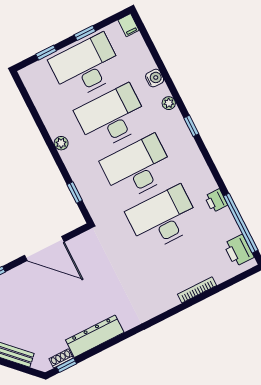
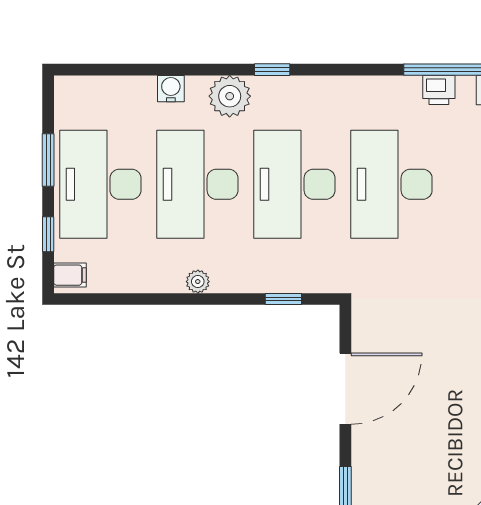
filing cabinet: (129, 25) -> (70, 275), moved
window: (85, 33) -> (48, 160), width x1.50
plant: (169, 103) -> (230, 96), width x1.87, depth x1.87
printer: (216, 201) -> (439, 90), moved

